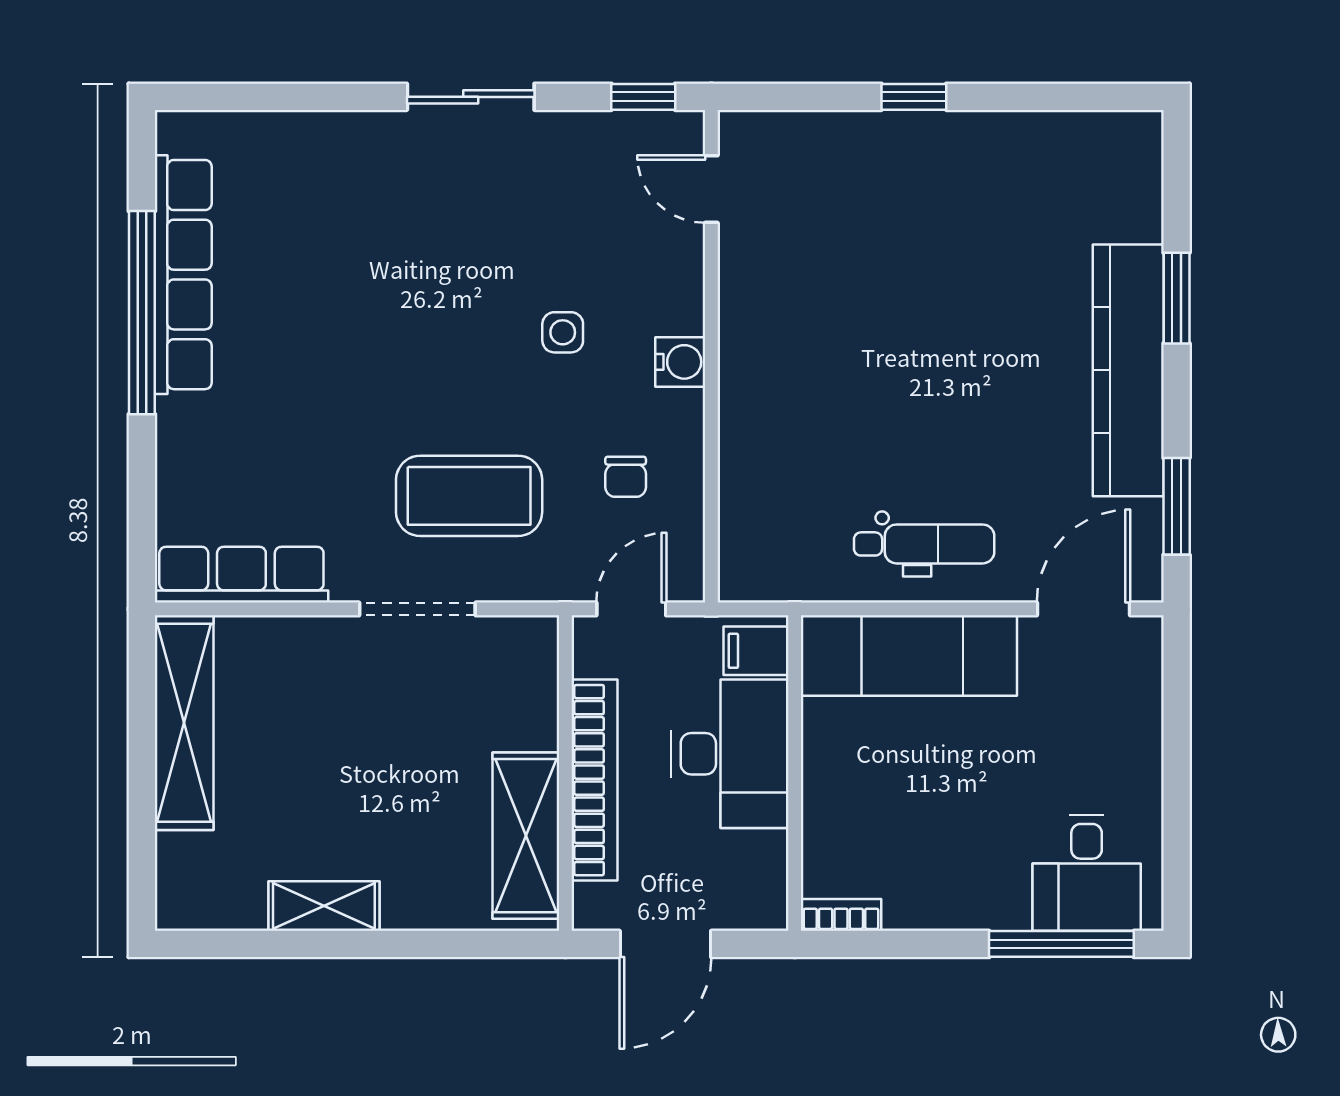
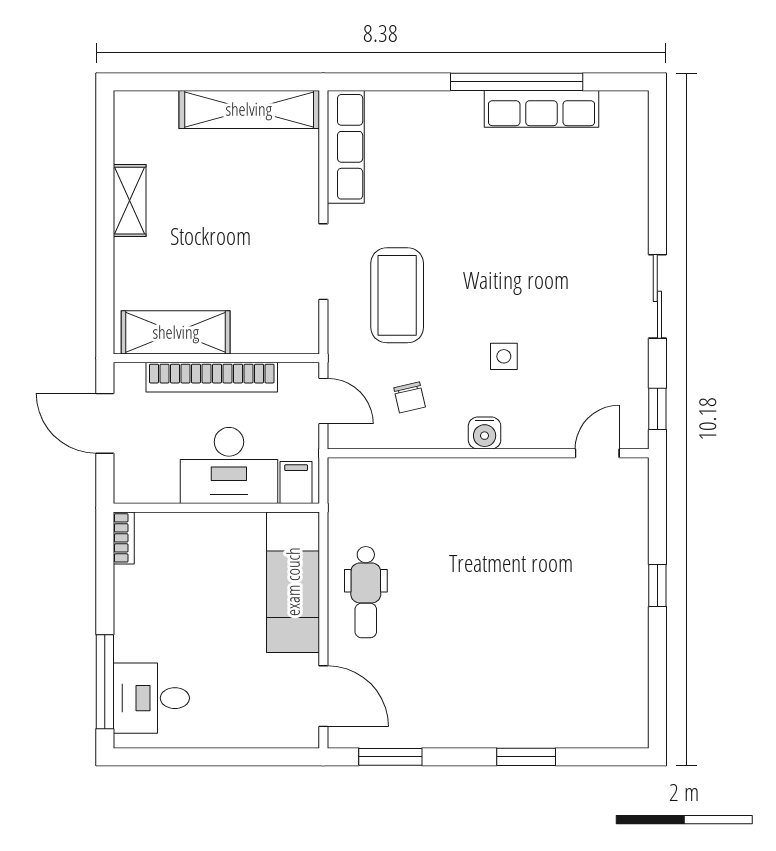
row of seats: (183, 275) -> (541, 109), width x0.73
kitchen counter: (1128, 370) -> (479, 725), removed
chair: (626, 477) -> (410, 397), turned -103

